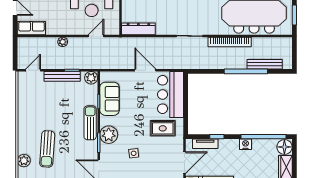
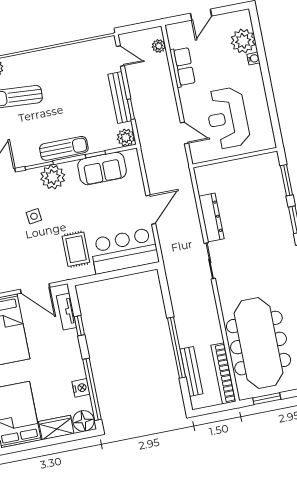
row of seats: (31, 28) -> (182, 67), moved
dresser: (138, 29) -> (211, 218), moved
plant: (63, 42) -> (159, 46), moved
bookcase: (230, 42) -> (223, 373), moved
nightstand: (246, 144) -> (81, 388), moved

